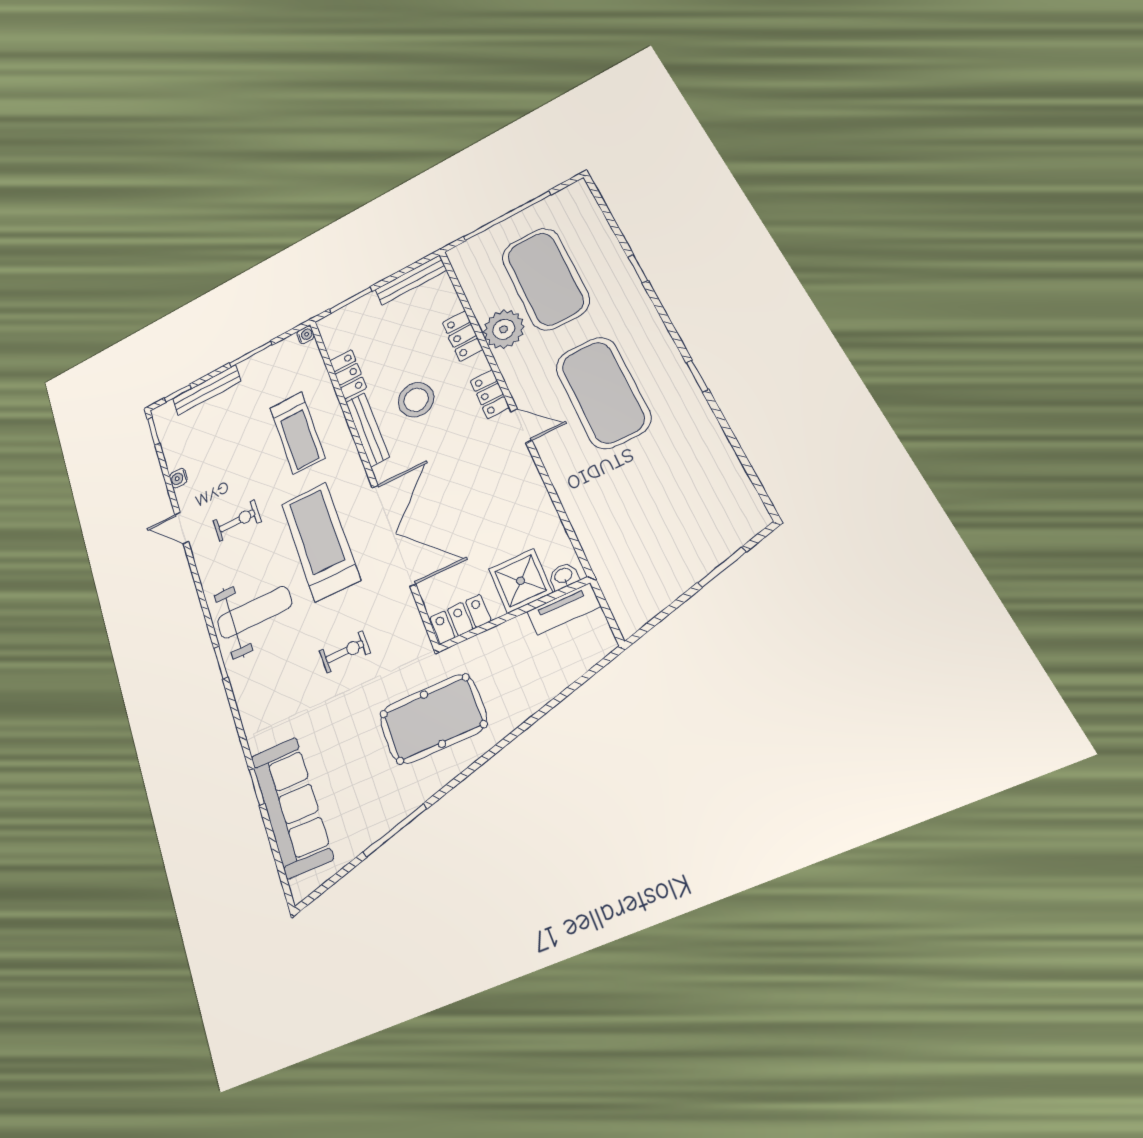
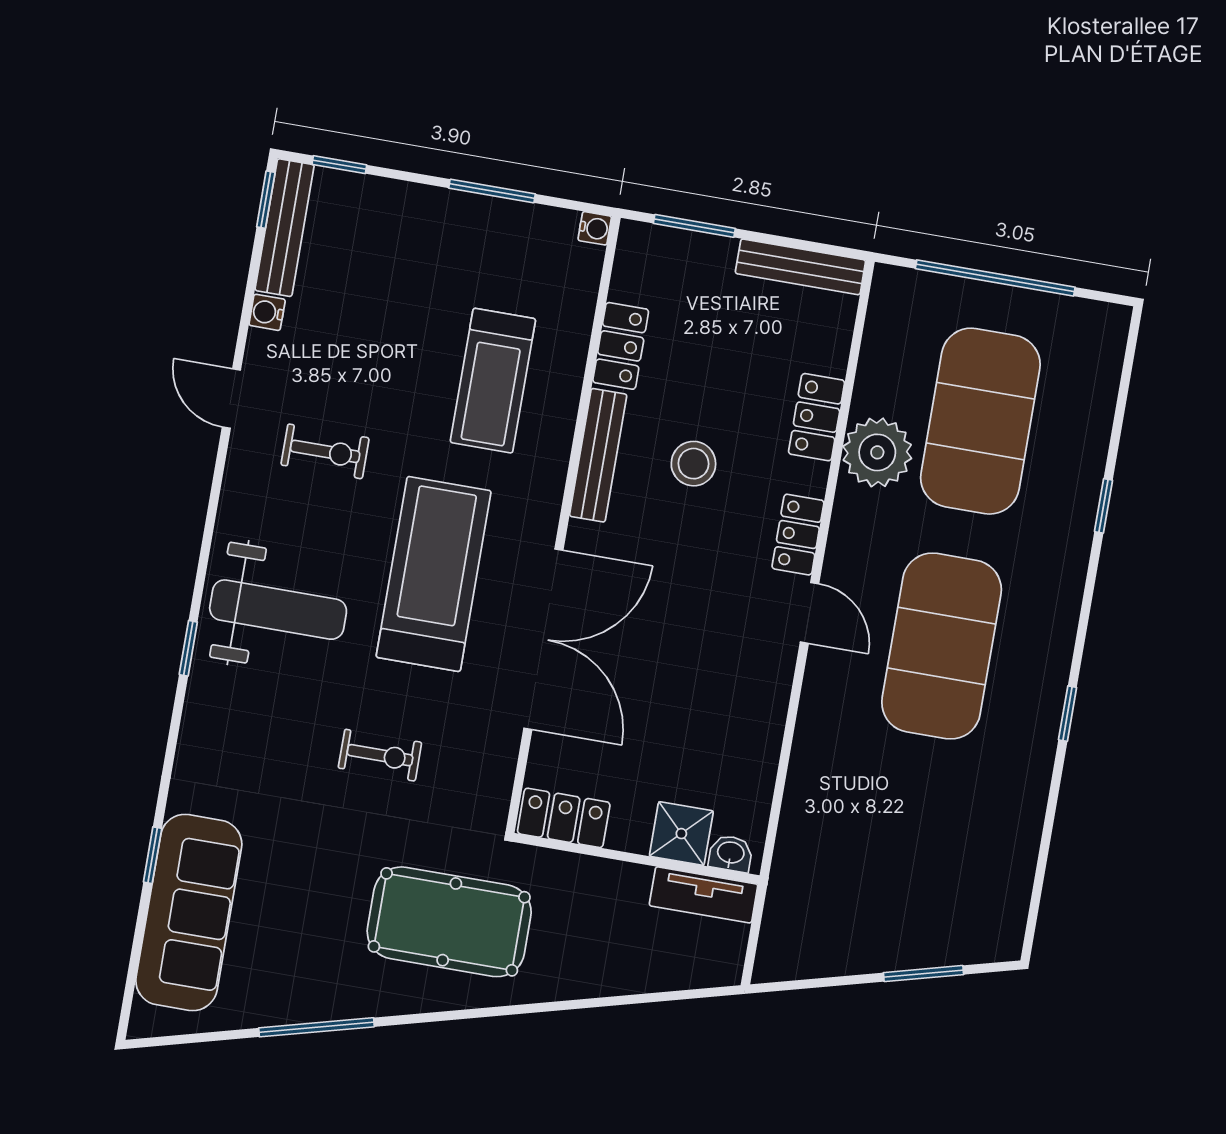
bench: (207, 390) -> (285, 228), moved, turned 90
stool: (416, 400) -> (693, 464), width x0.73, depth x0.73
shower: (521, 581) -> (681, 834), width x0.73, depth x0.73

